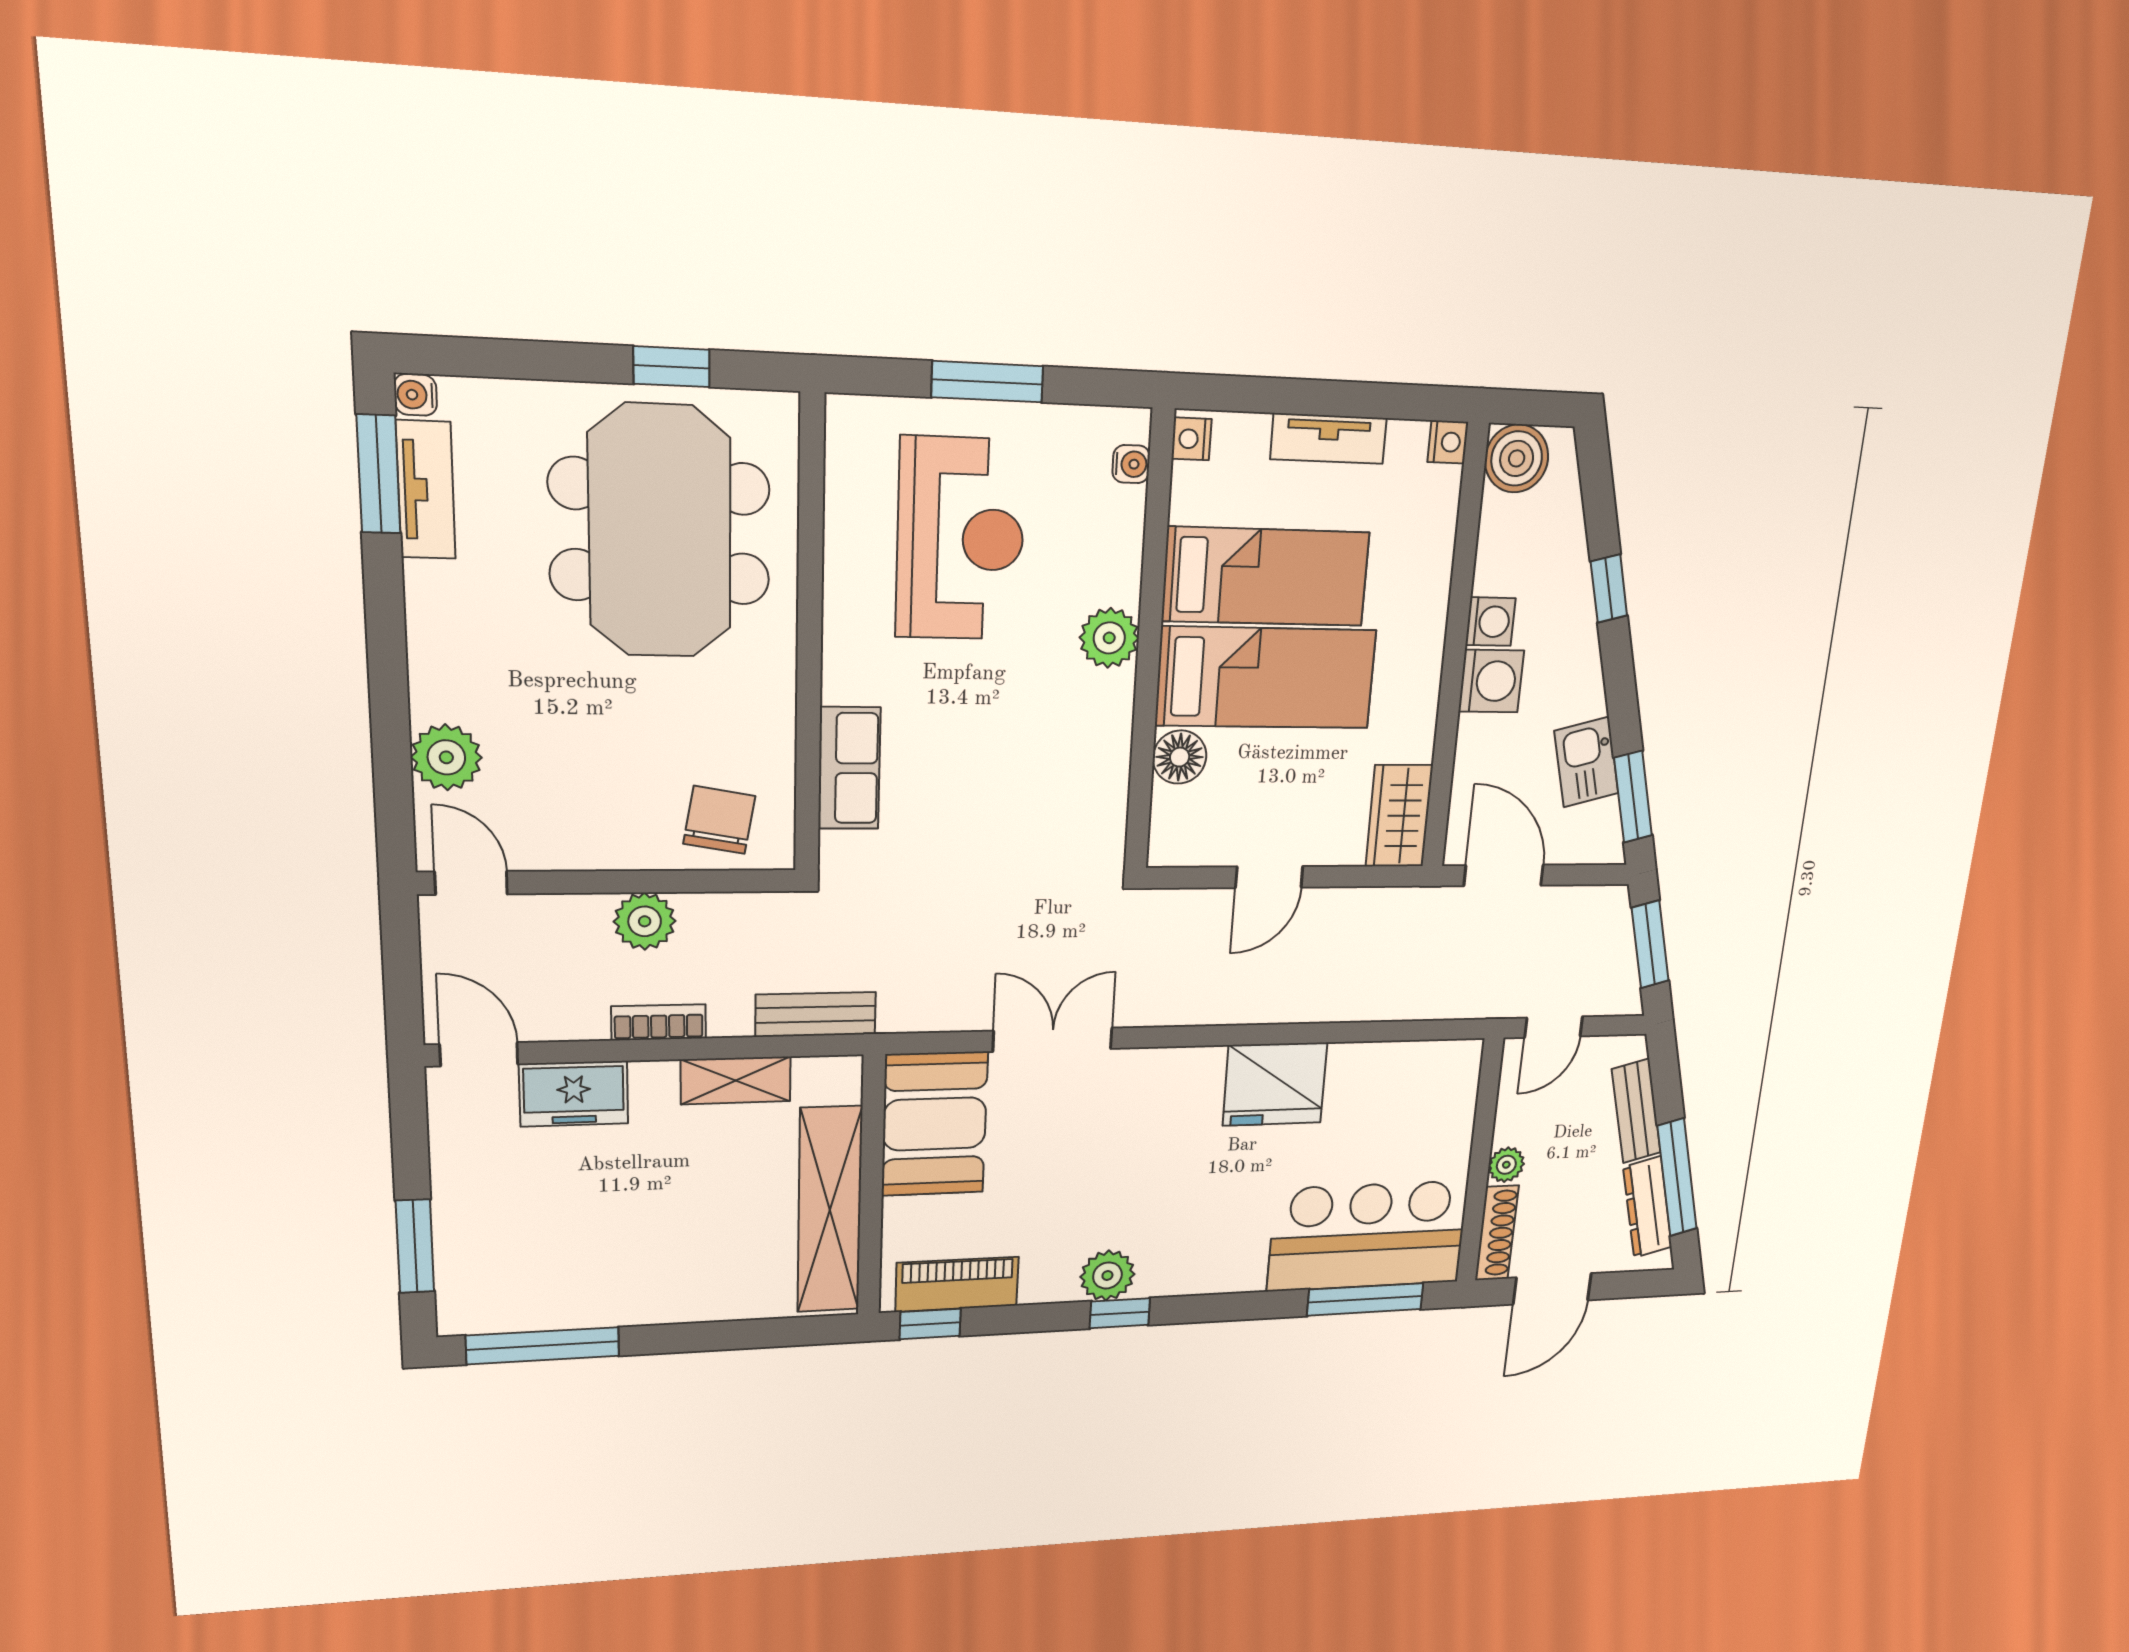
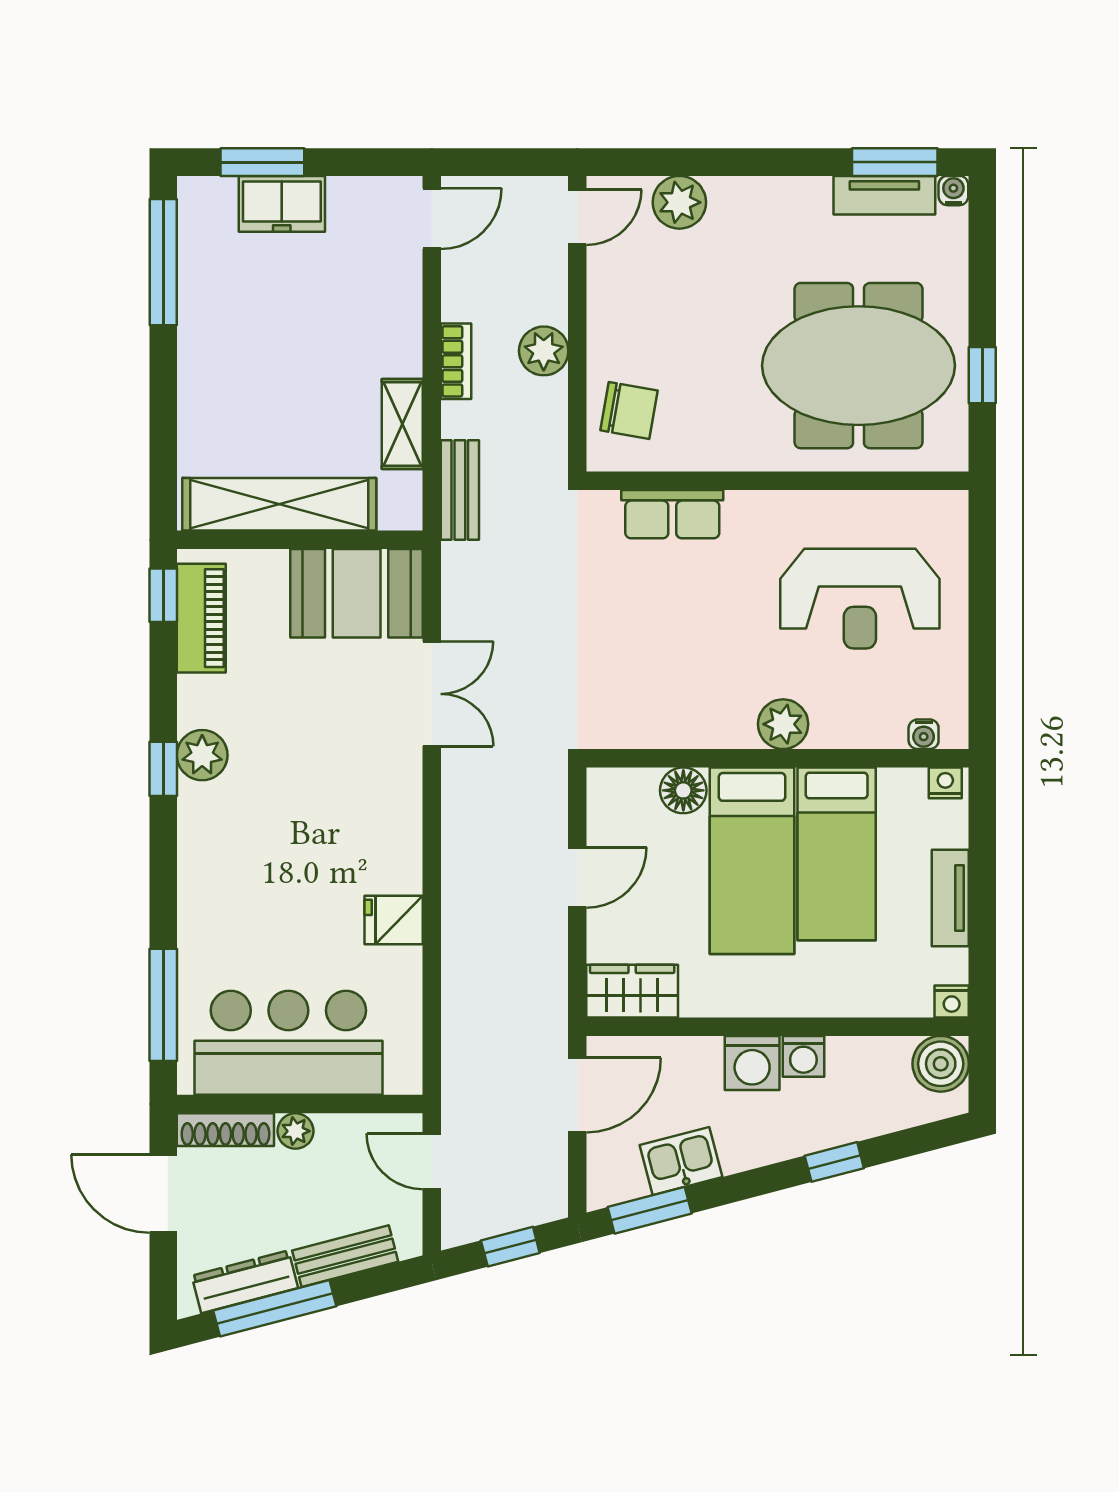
window: (987, 382) -> (982, 616), removed
door: (1269, 877) -> (577, 878), swing flipped
window: (1650, 944) -> (510, 1247), width x0.67
fridge: (1275, 1084) -> (394, 920), width x0.53, depth x0.75
freezer: (574, 1094) -> (282, 204), moved, turned -90
bar counter: (1368, 1236) -> (288, 1043), moved, turned -90

